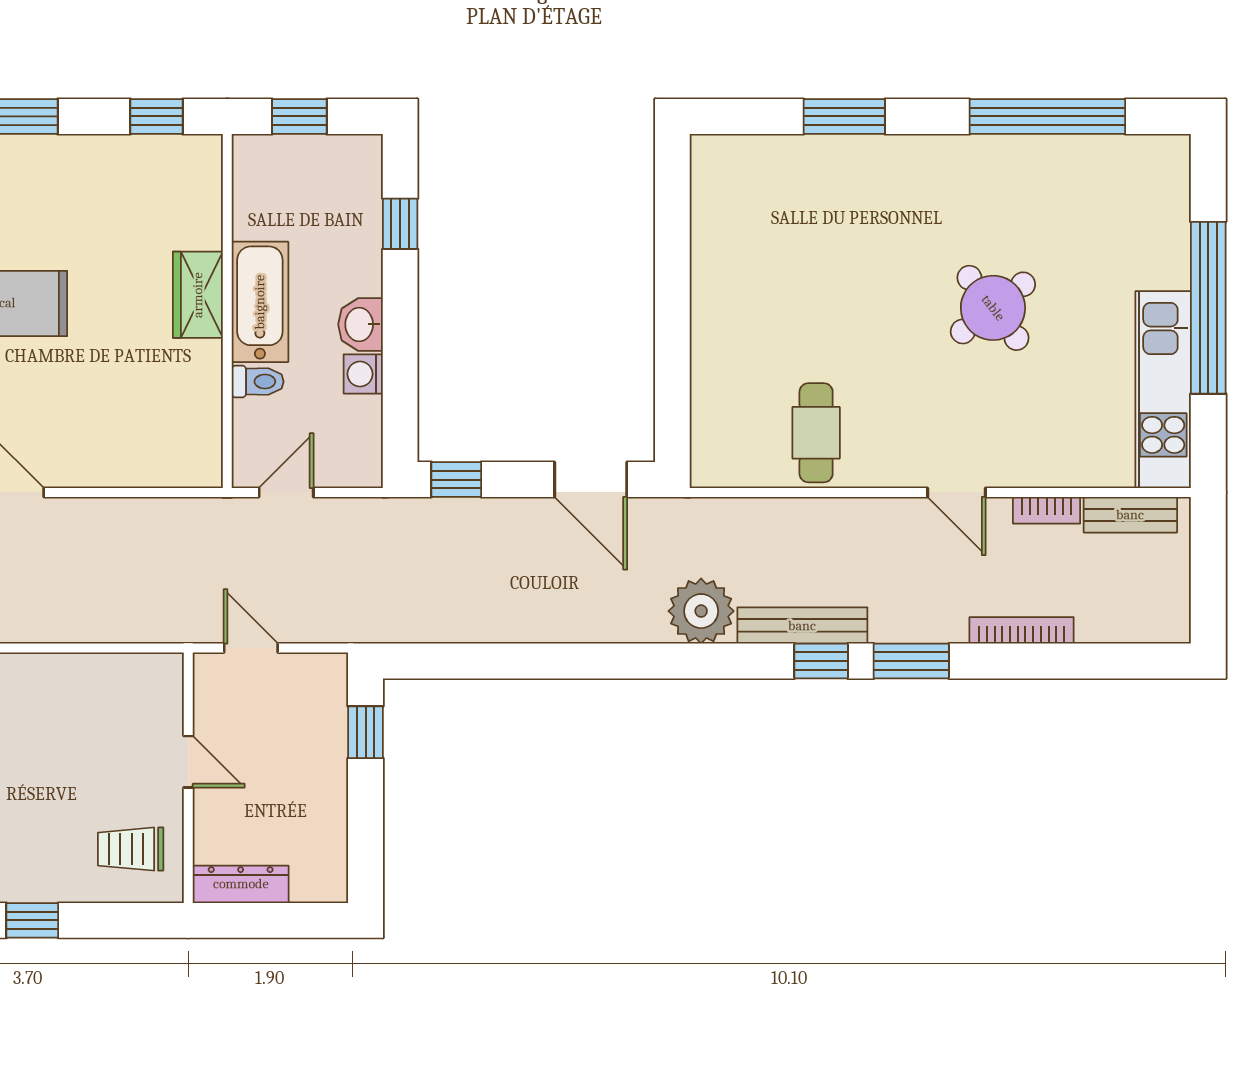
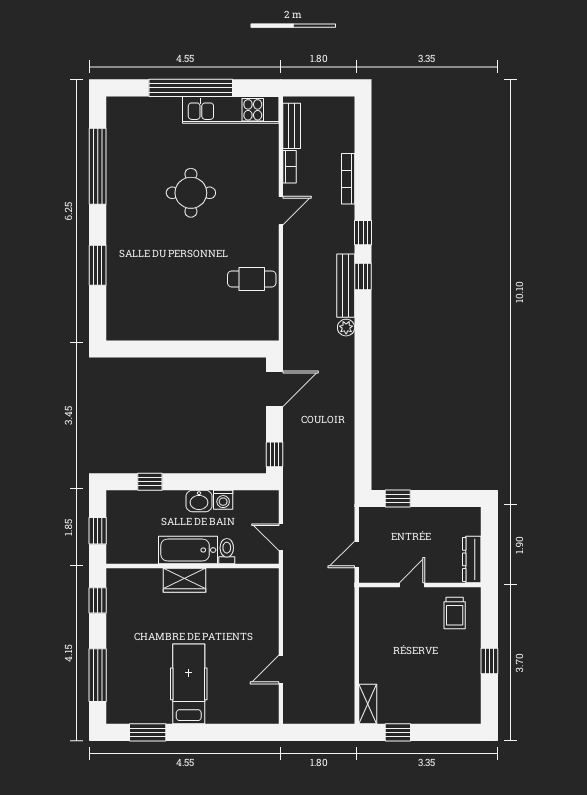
round table: (993, 308) -> (191, 193), turned 38
plant: (701, 611) -> (346, 328), width x0.53, depth x0.53
window: (911, 661) -> (363, 233), width x0.67

